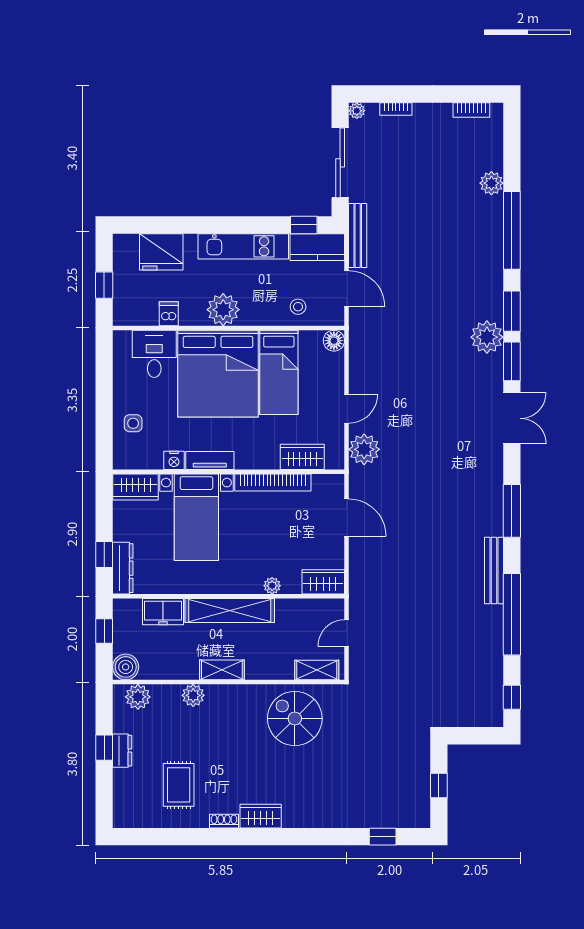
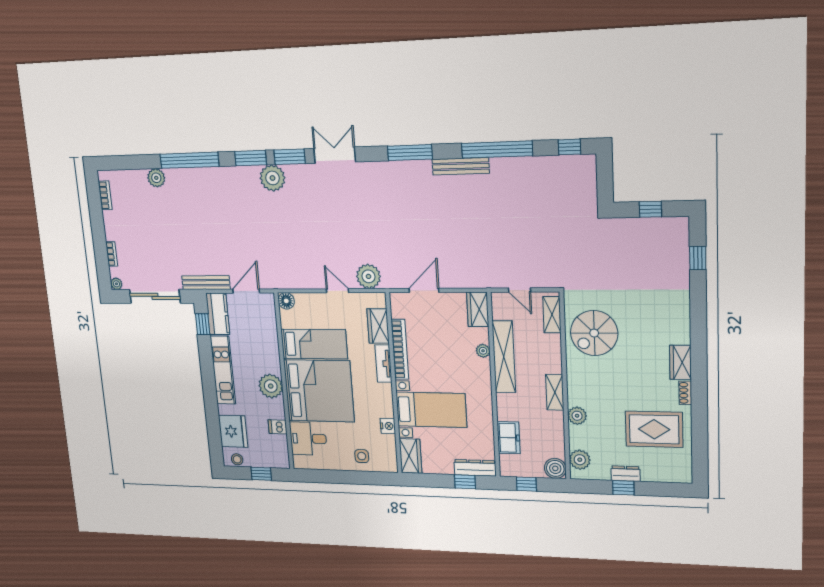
stool: (298, 307) -> (237, 459), moved
tv unit: (210, 460) -> (383, 364), moved
shelving: (230, 611) -> (504, 357), moved
rug: (179, 785) -> (654, 429), width x1.36, depth x1.43

